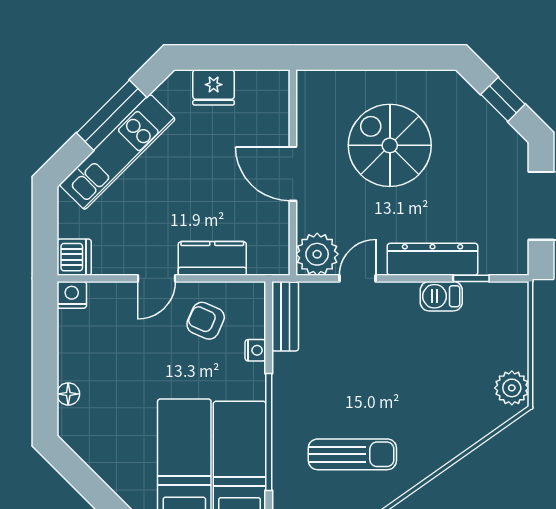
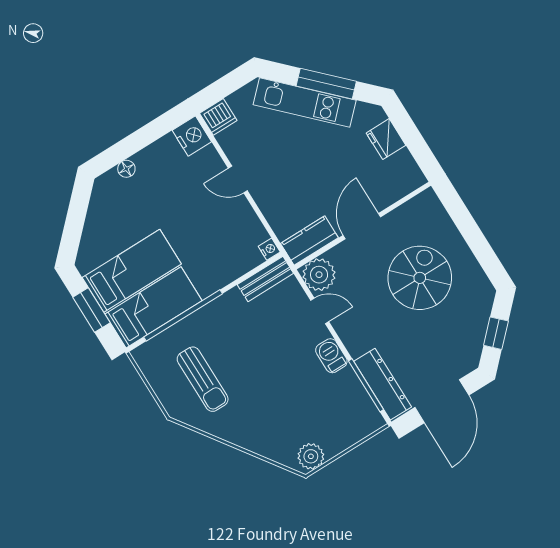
kitchen counter: (212, 258) -> (309, 241), moved, turned -90
dresser: (433, 259) -> (383, 384), moved
window: (471, 278) -> (366, 385), width x2.17
nightstand: (72, 295) -> (192, 136), width x1.36, depth x1.33
barbecue: (441, 296) -> (331, 356), moved
armchair: (206, 321) -> (230, 229), removed
nightstand: (255, 350) -> (269, 249), moved, turned -90

